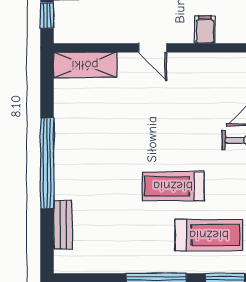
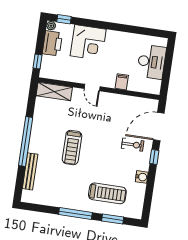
treadmill: (173, 186) -> (72, 148), moved, turned -90
bench: (63, 225) -> (30, 171), width x1.36

